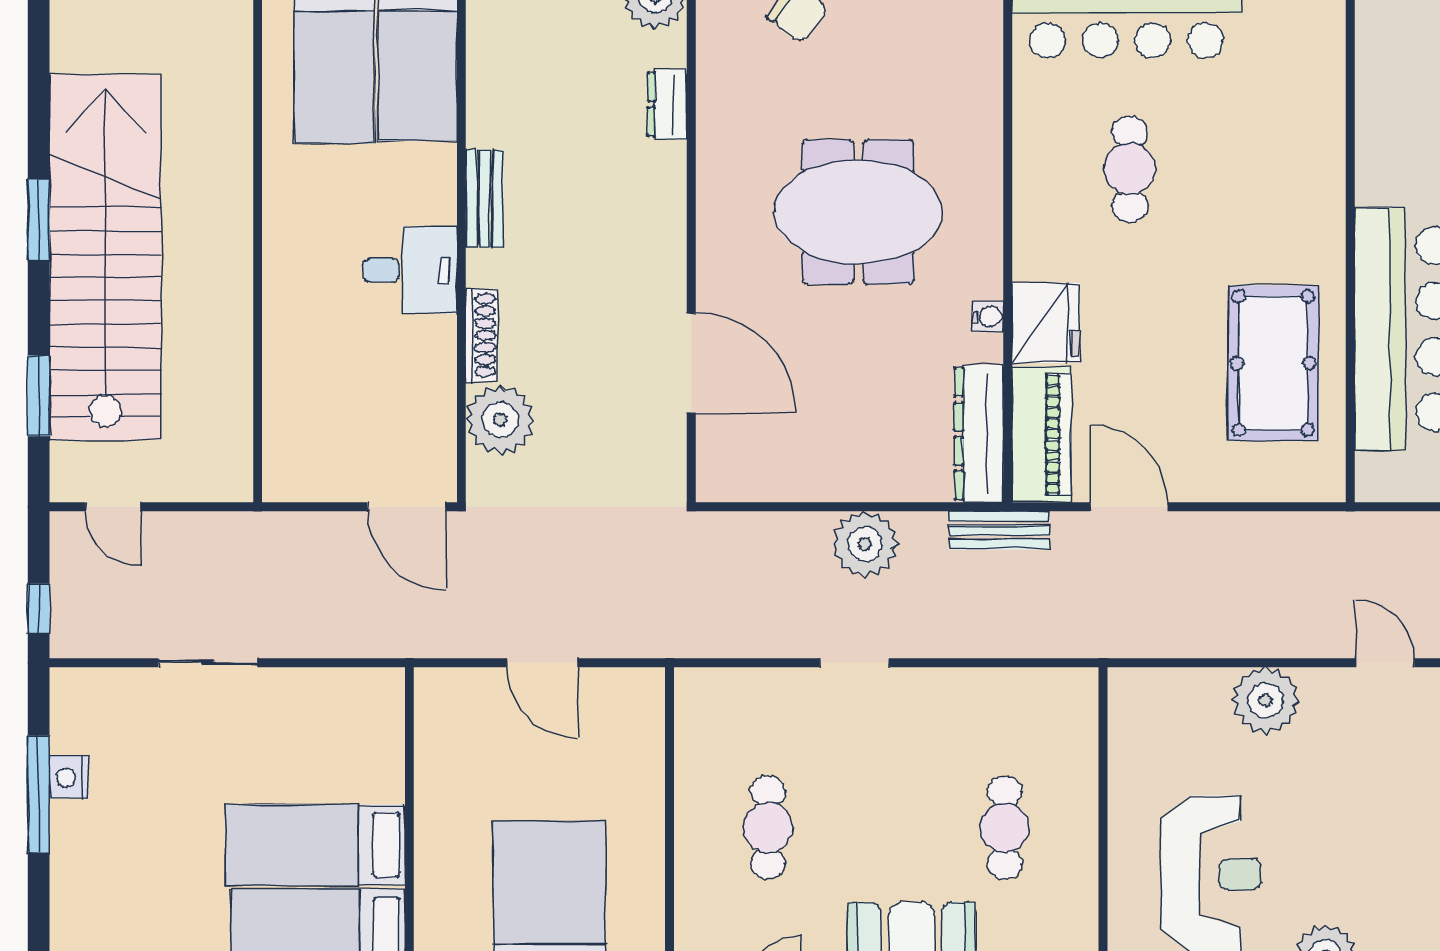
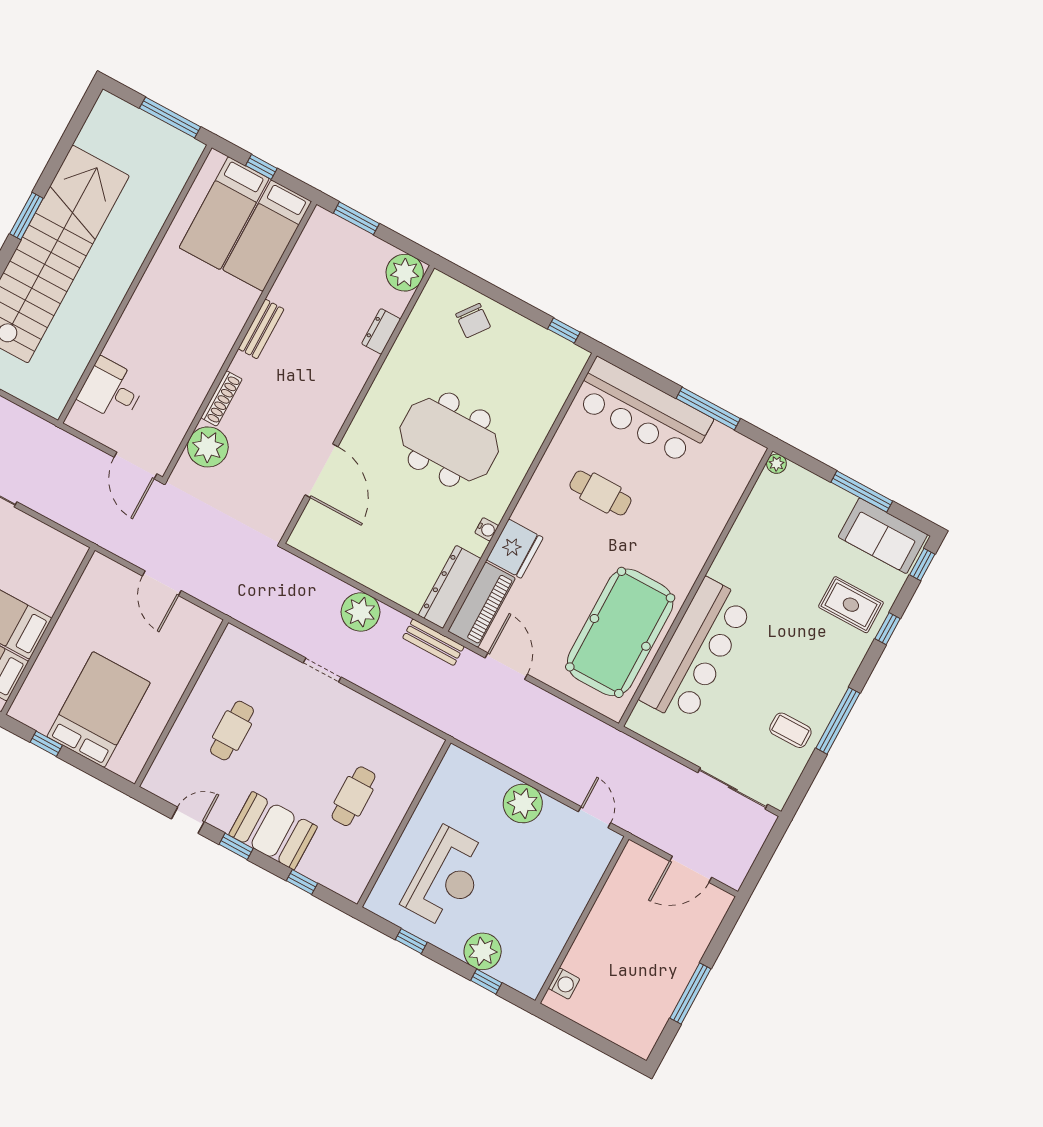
cafe table: (1130, 169) -> (600, 493), turned 90
desk: (410, 270) -> (112, 390), moved, turned 180
pool table: (1273, 363) -> (620, 632), width x1.36, depth x1.32

